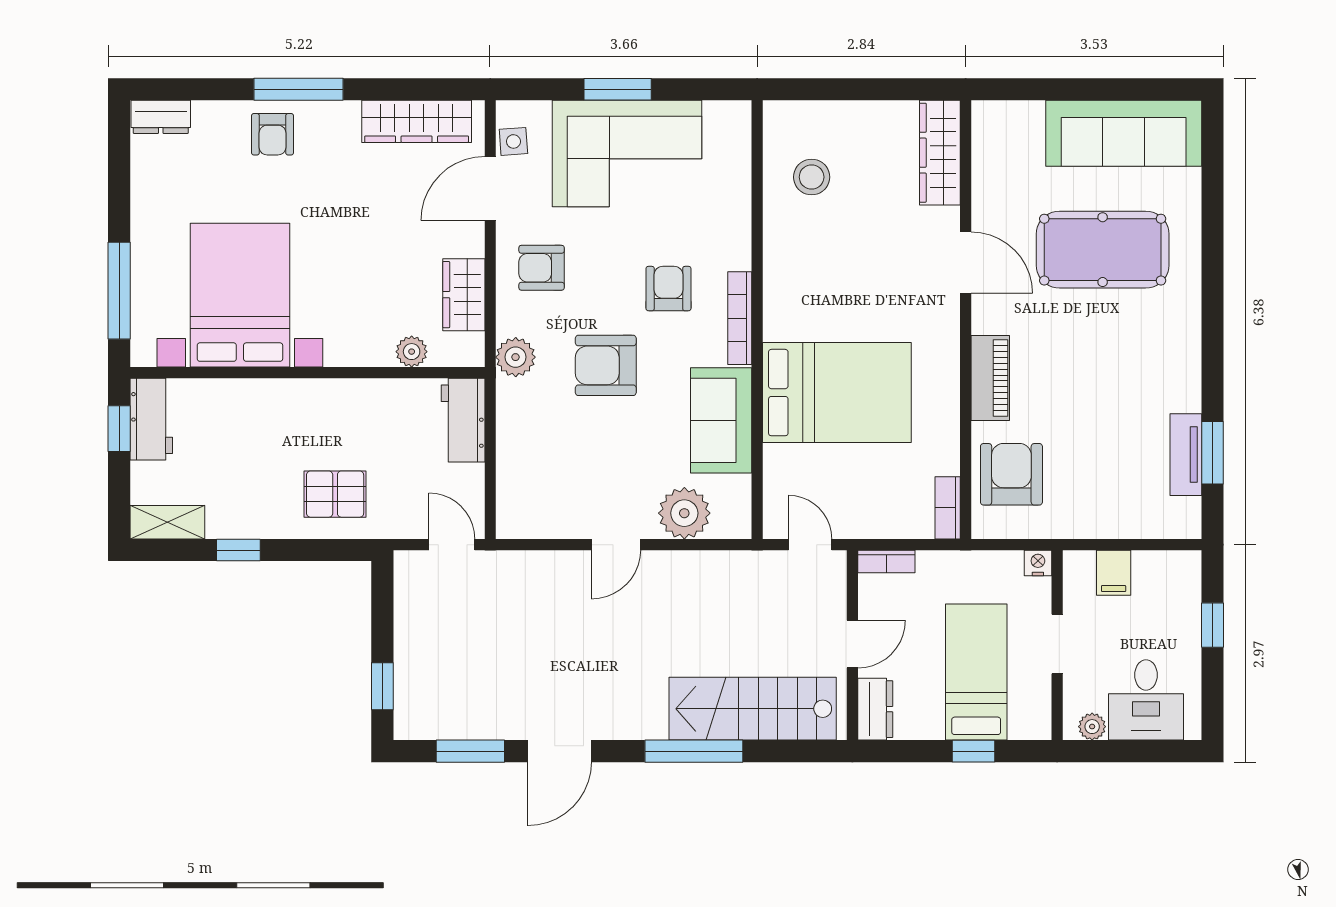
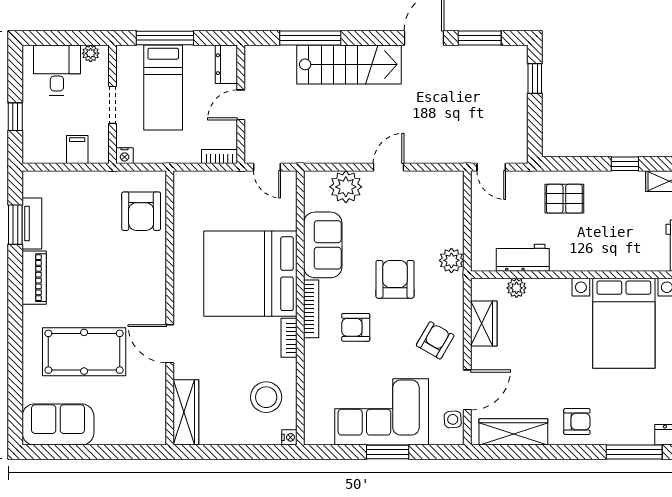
window: (299, 89) -> (634, 452), moved
nightstand: (775, 113) -> (289, 437), added
sofa: (1124, 133) -> (58, 425), width x0.73
armchair: (273, 134) -> (577, 422), moved, turned 90
stool: (812, 177) -> (266, 397), width x1.38, depth x1.38
armchair: (542, 268) -> (435, 340), turned -60
armchair: (668, 289) -> (356, 327), turned 90
plant: (516, 357) -> (451, 260), moved
armchair: (606, 365) -> (395, 279), turned -90
piano: (990, 378) -> (34, 278), moved, turned 180
bed: (837, 393) -> (250, 274), width x1.36
workbench: (463, 420) -> (523, 258), moved, turned -90
bookcase: (948, 508) -> (289, 338), moved, turned 180
stairs: (753, 709) -> (349, 64), moved
window: (694, 751) -> (310, 38), moved
window: (973, 751) -> (165, 38), width x2.17

